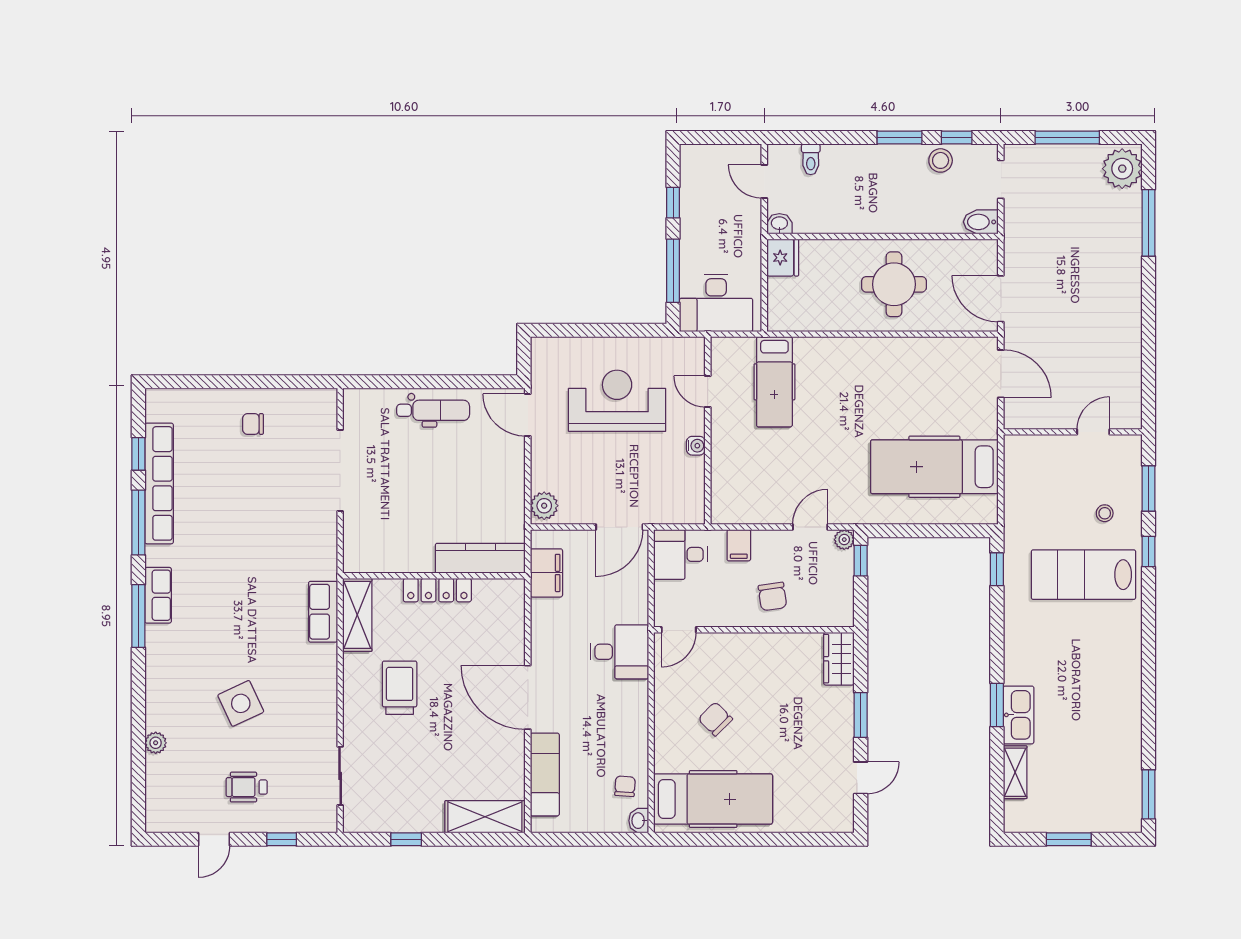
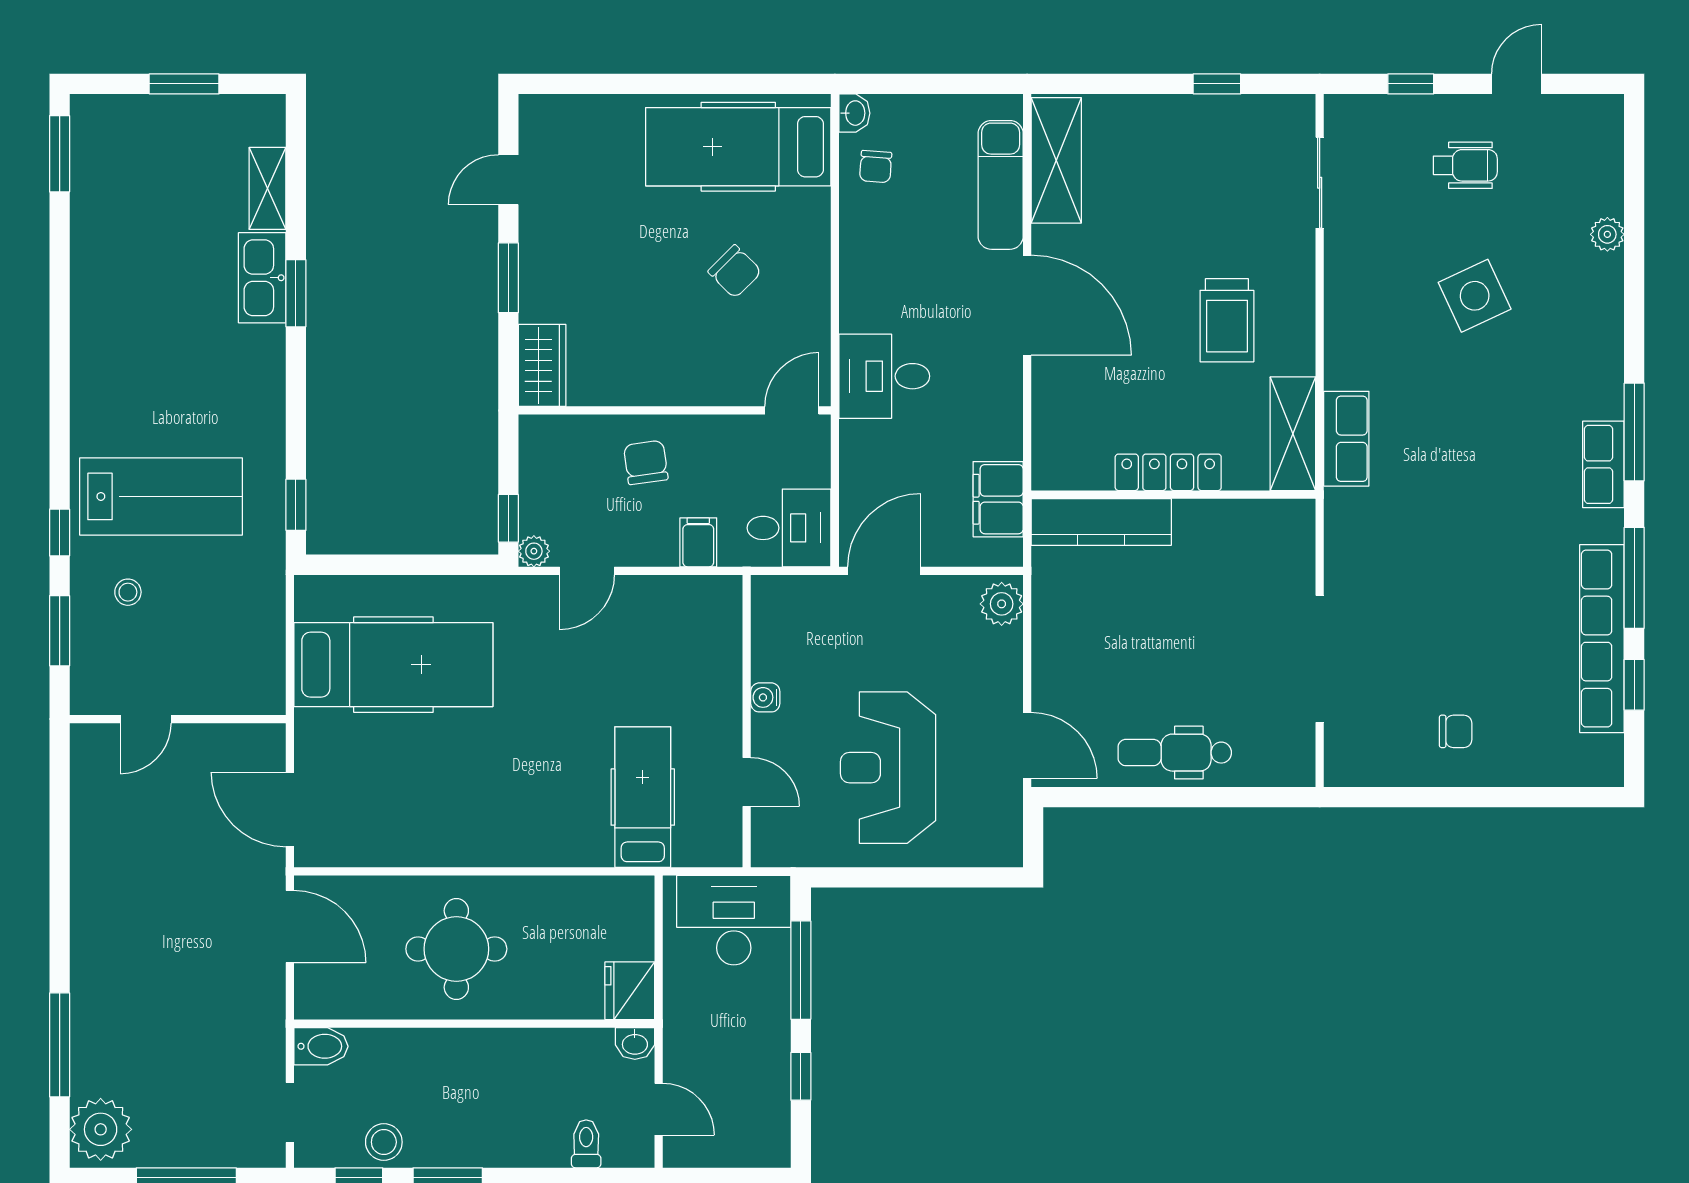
reception desk: (617, 401) -> (888, 768), turned 90
shelving: (485, 817) -> (1056, 160), moved, turned 90

